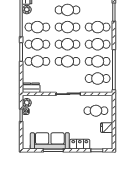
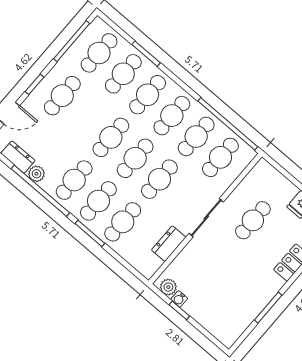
cafe table: (67, 10) -> (123, 74), moved
dresser: (31, 88) -> (169, 244), moved
cafe table: (96, 111) -> (253, 220), moved
sofa: (50, 141) -> (250, 301), removed

